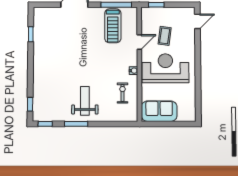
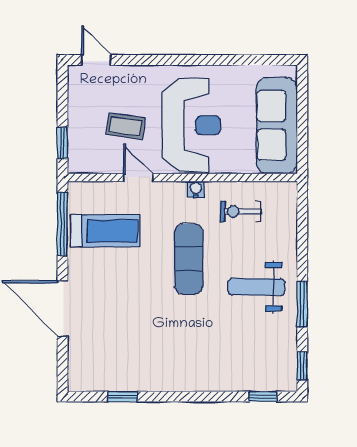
exercise mat: (99, 67) -> (189, 259), added
reception desk: (165, 68) -> (191, 125), turned 180
sofa: (159, 111) -> (277, 125), width x1.36

